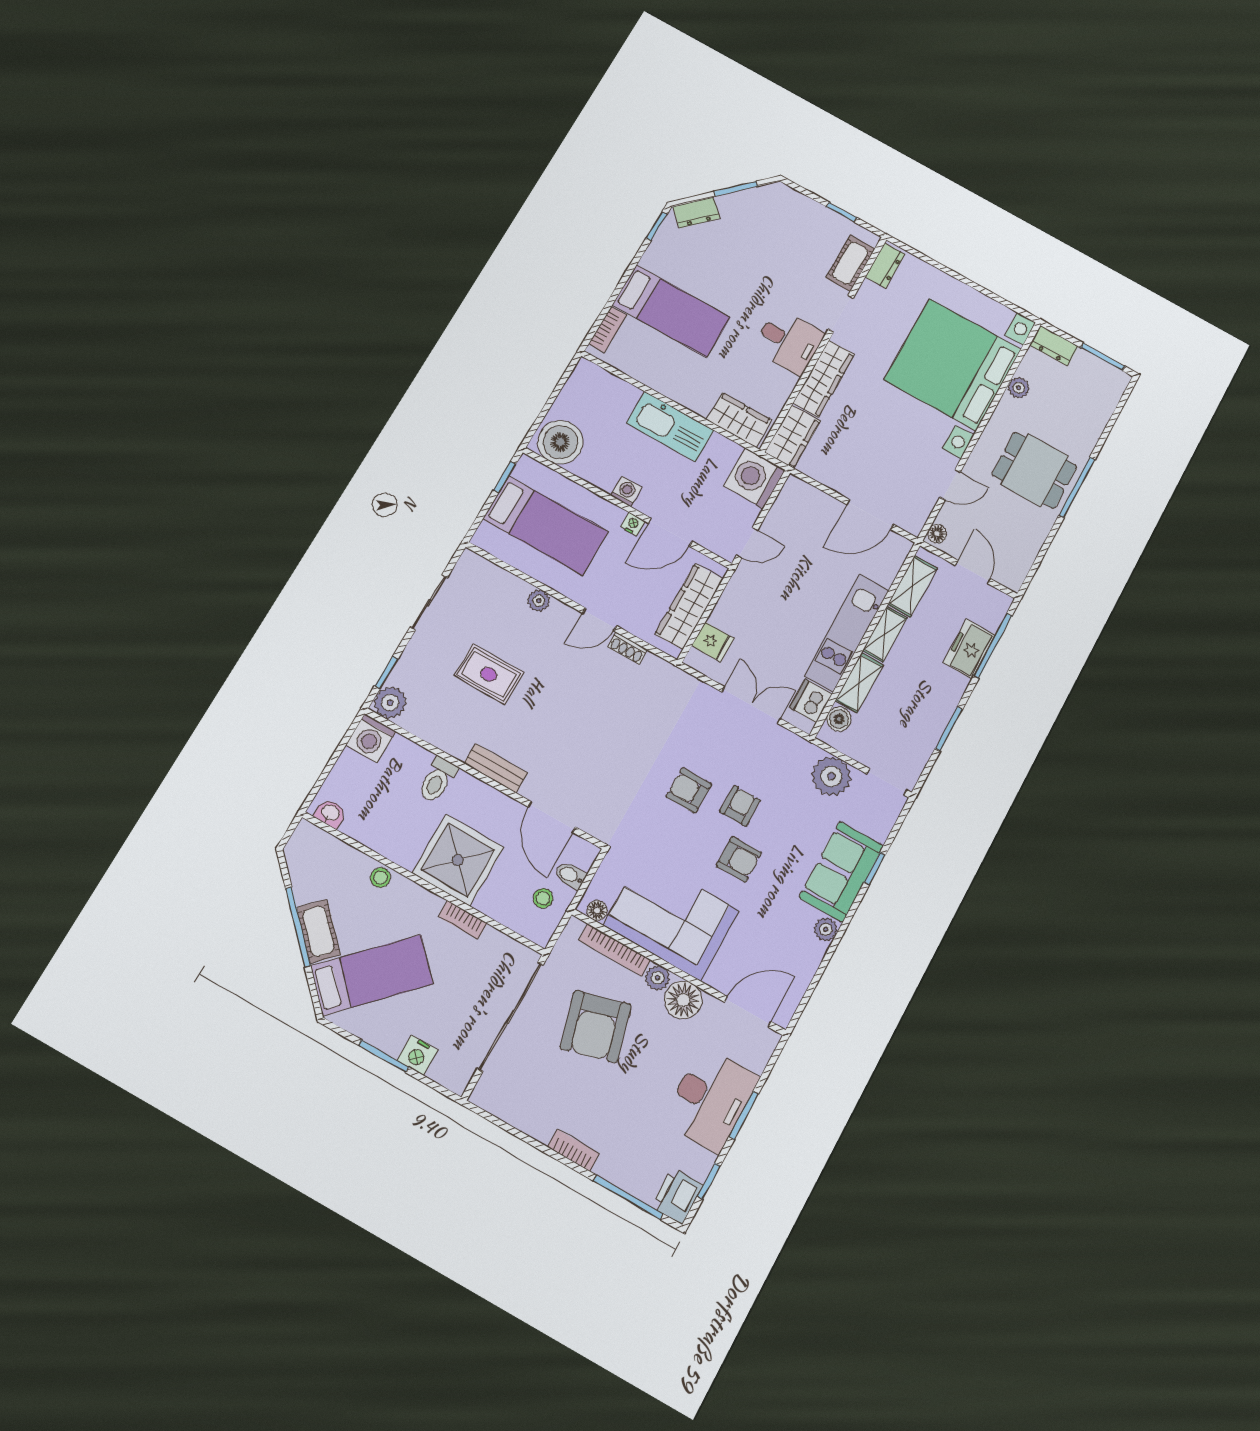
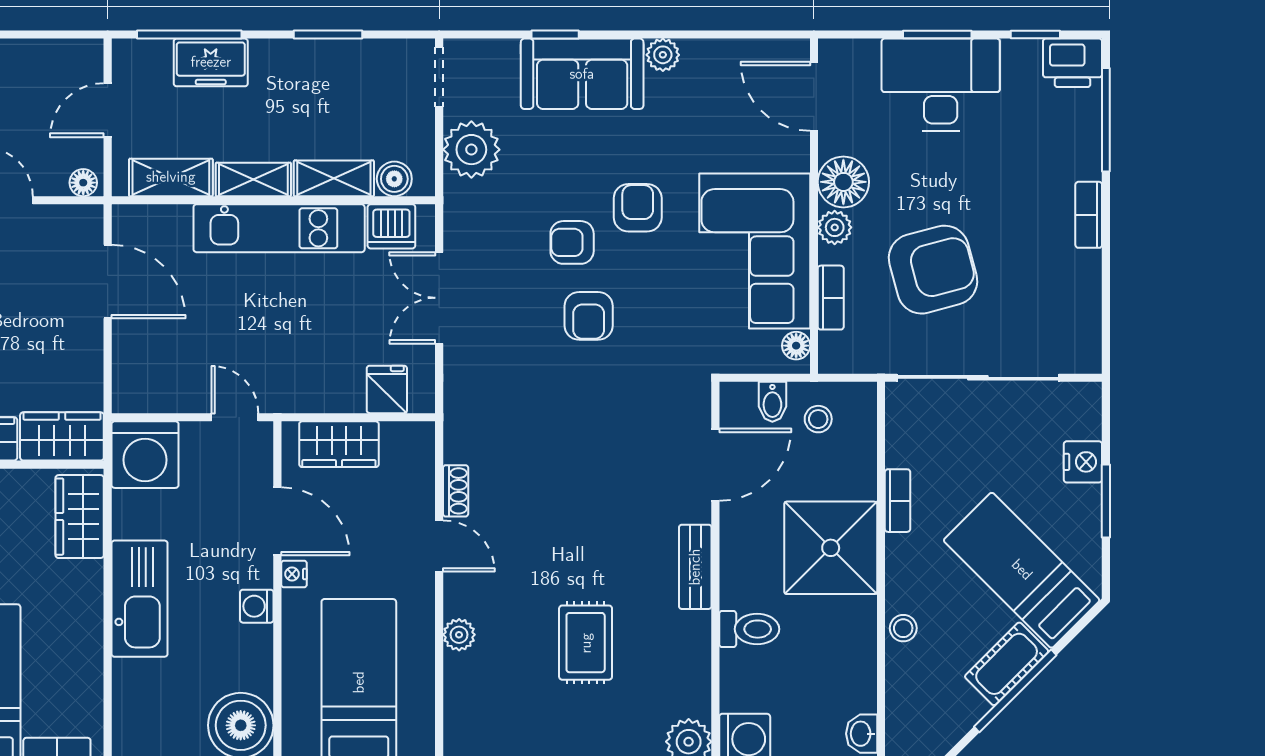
wardrobe: (689, 606) -> (339, 444), width x0.67
bookcase: (615, 950) -> (831, 298), width x0.64

